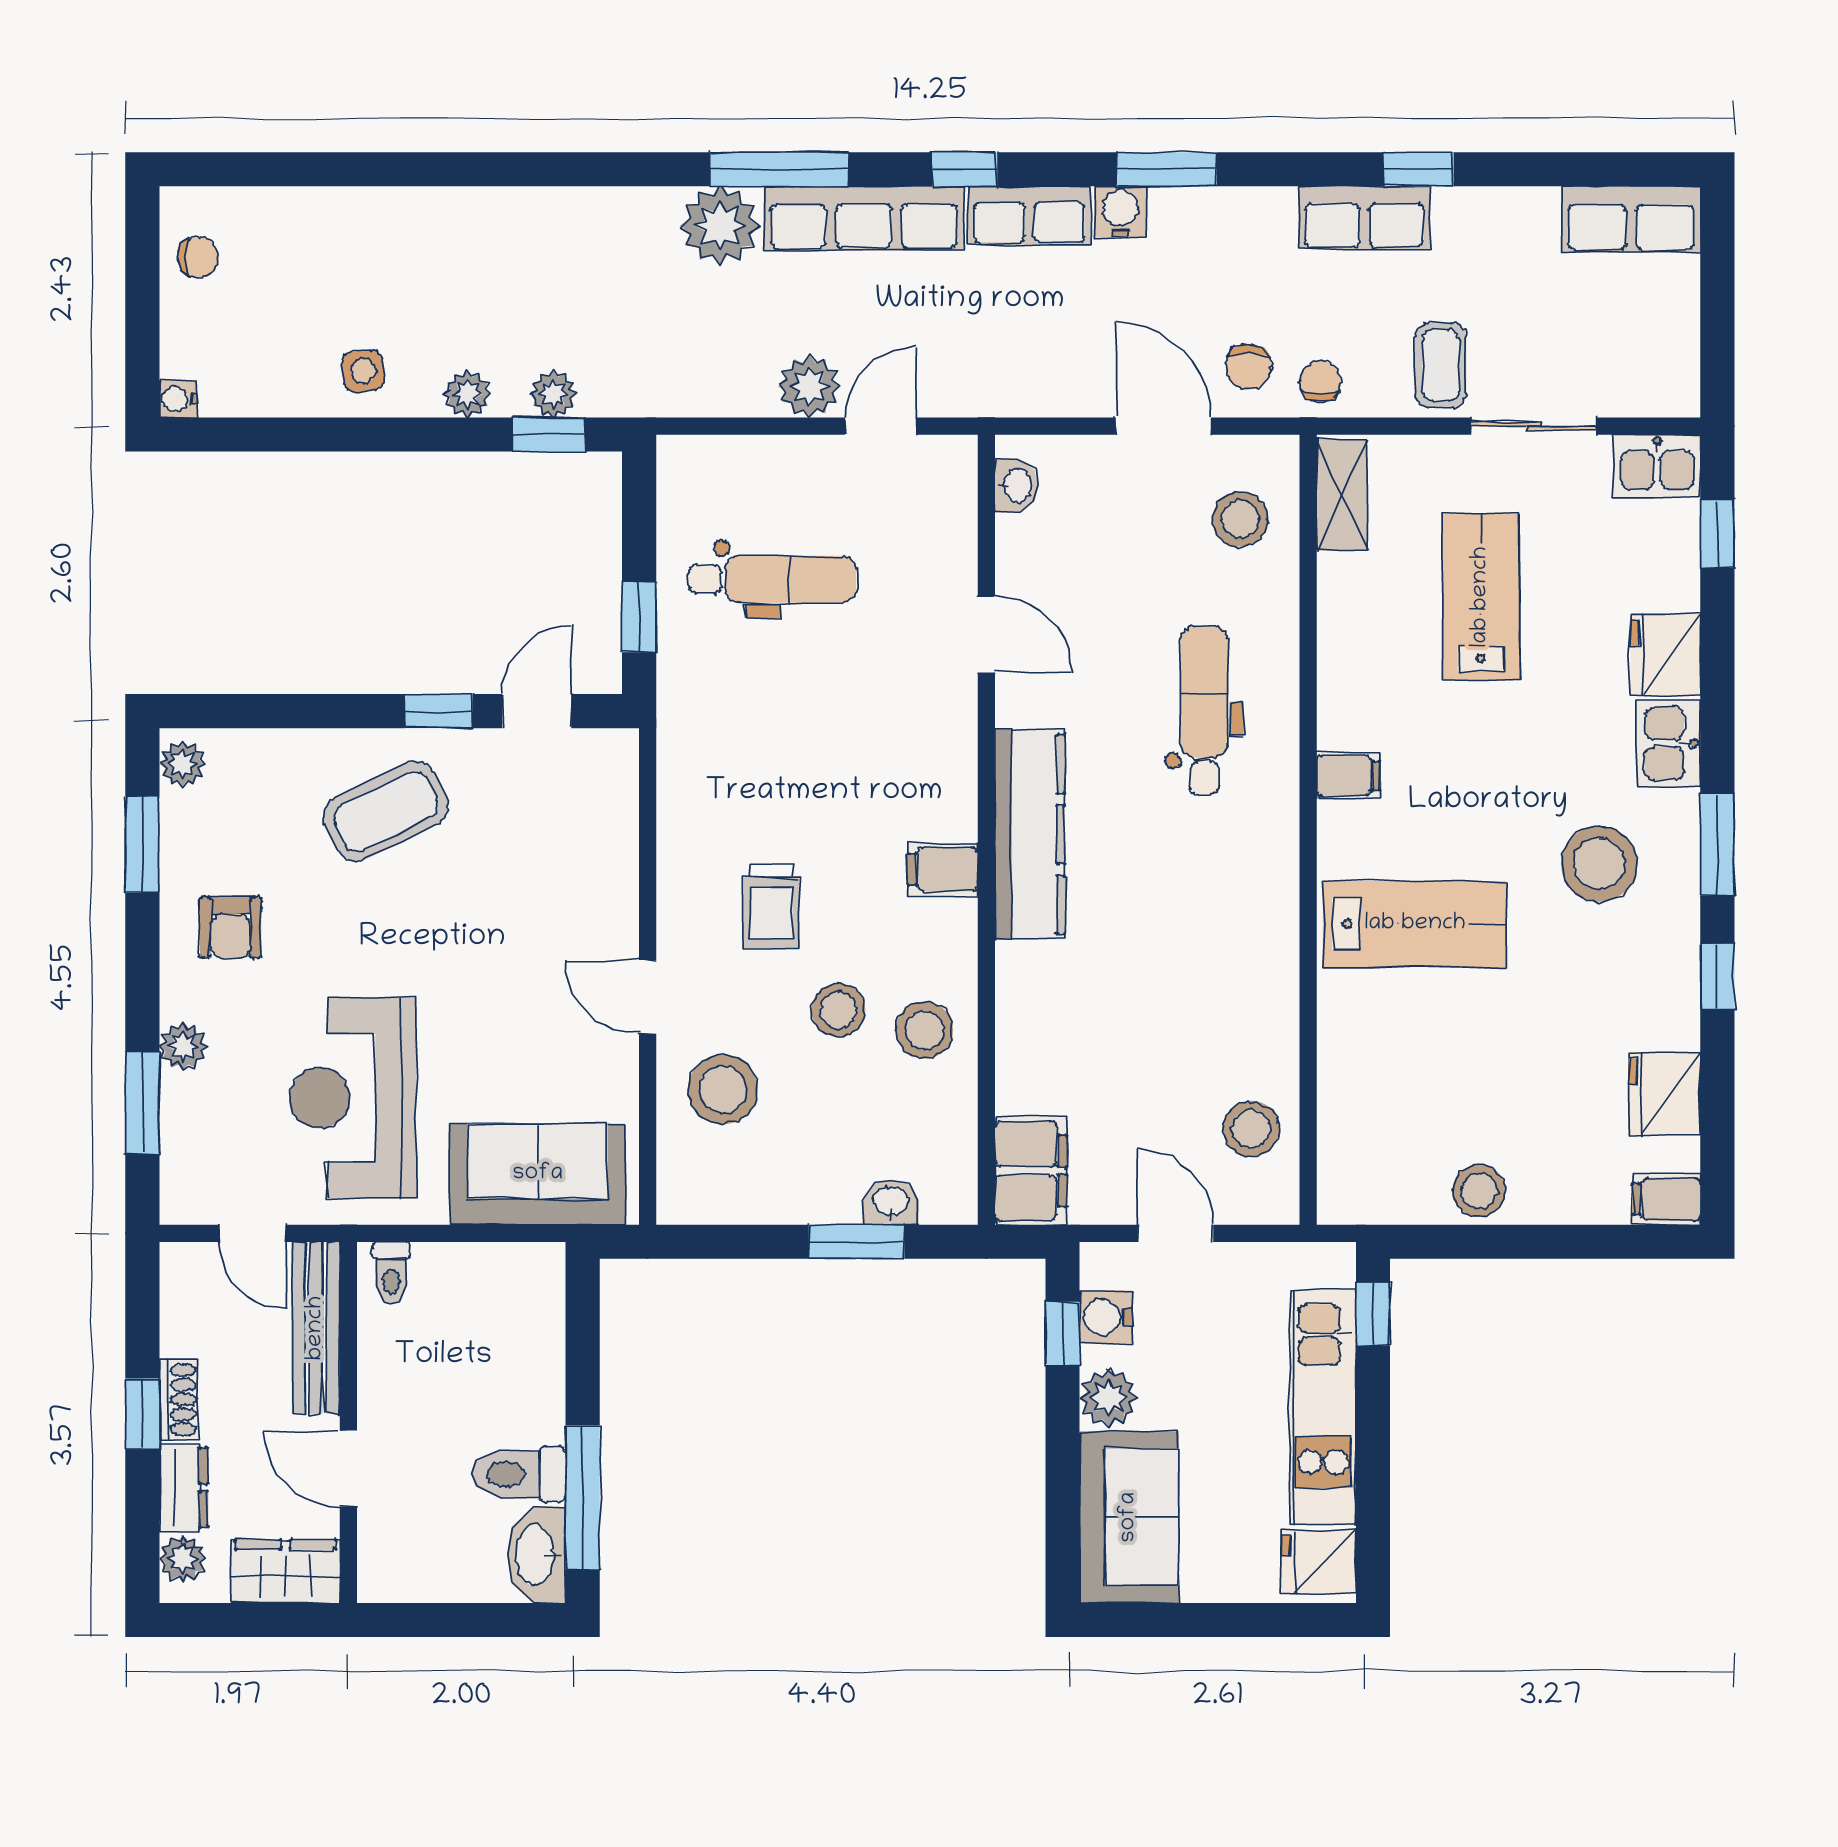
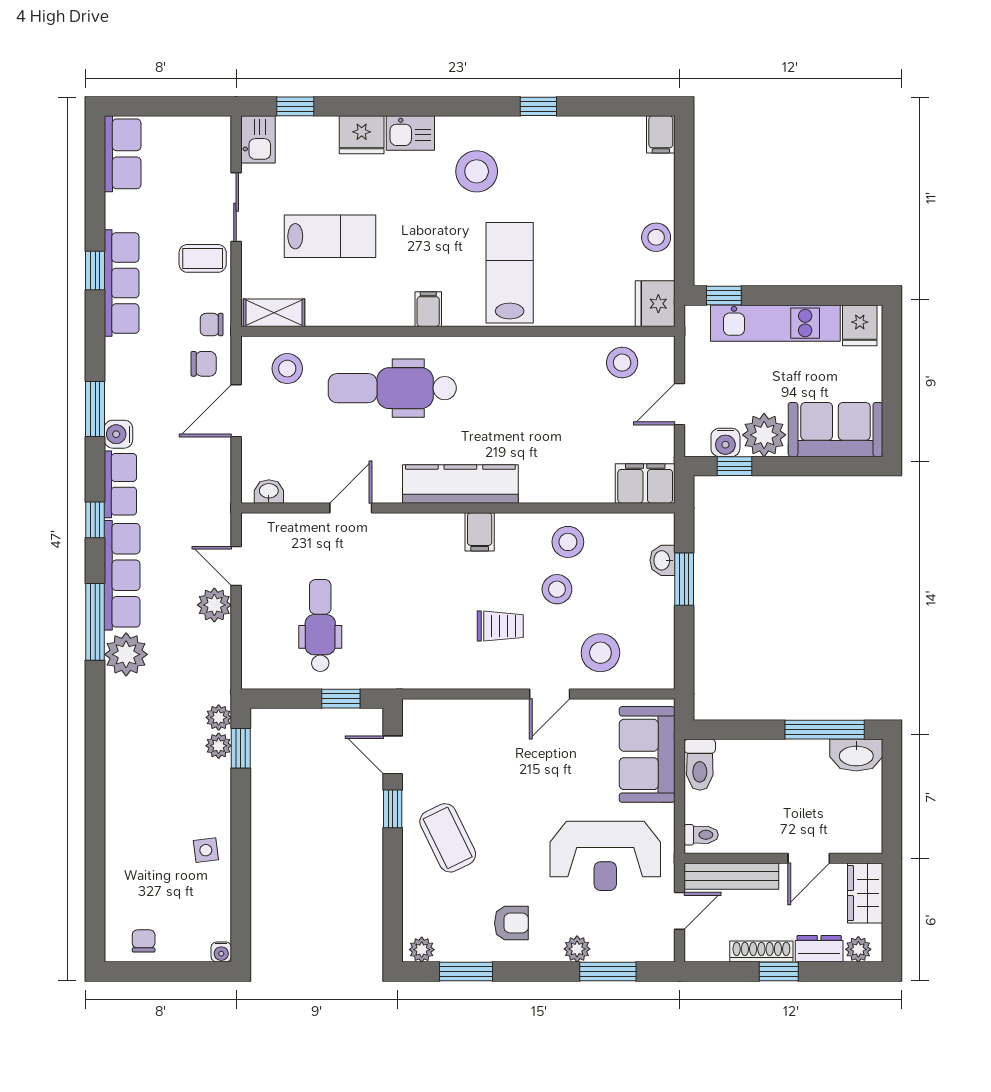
row of seats: (1364, 218) -> (122, 283), width x1.48
plant: (467, 394) -> (219, 717), moved
lab bench: (1481, 597) -> (330, 236), turned 180
dental chair: (1204, 710) -> (392, 388), width x1.36, depth x1.38
window: (1717, 845) -> (466, 106), removed
fridge: (1664, 1093) -> (655, 304), moved, turned 90
plant: (1109, 1398) -> (764, 435), width x1.36, depth x1.36
shoe rack: (179, 1400) -> (761, 952), width x1.43
toilet: (519, 1474) -> (700, 765), moved

